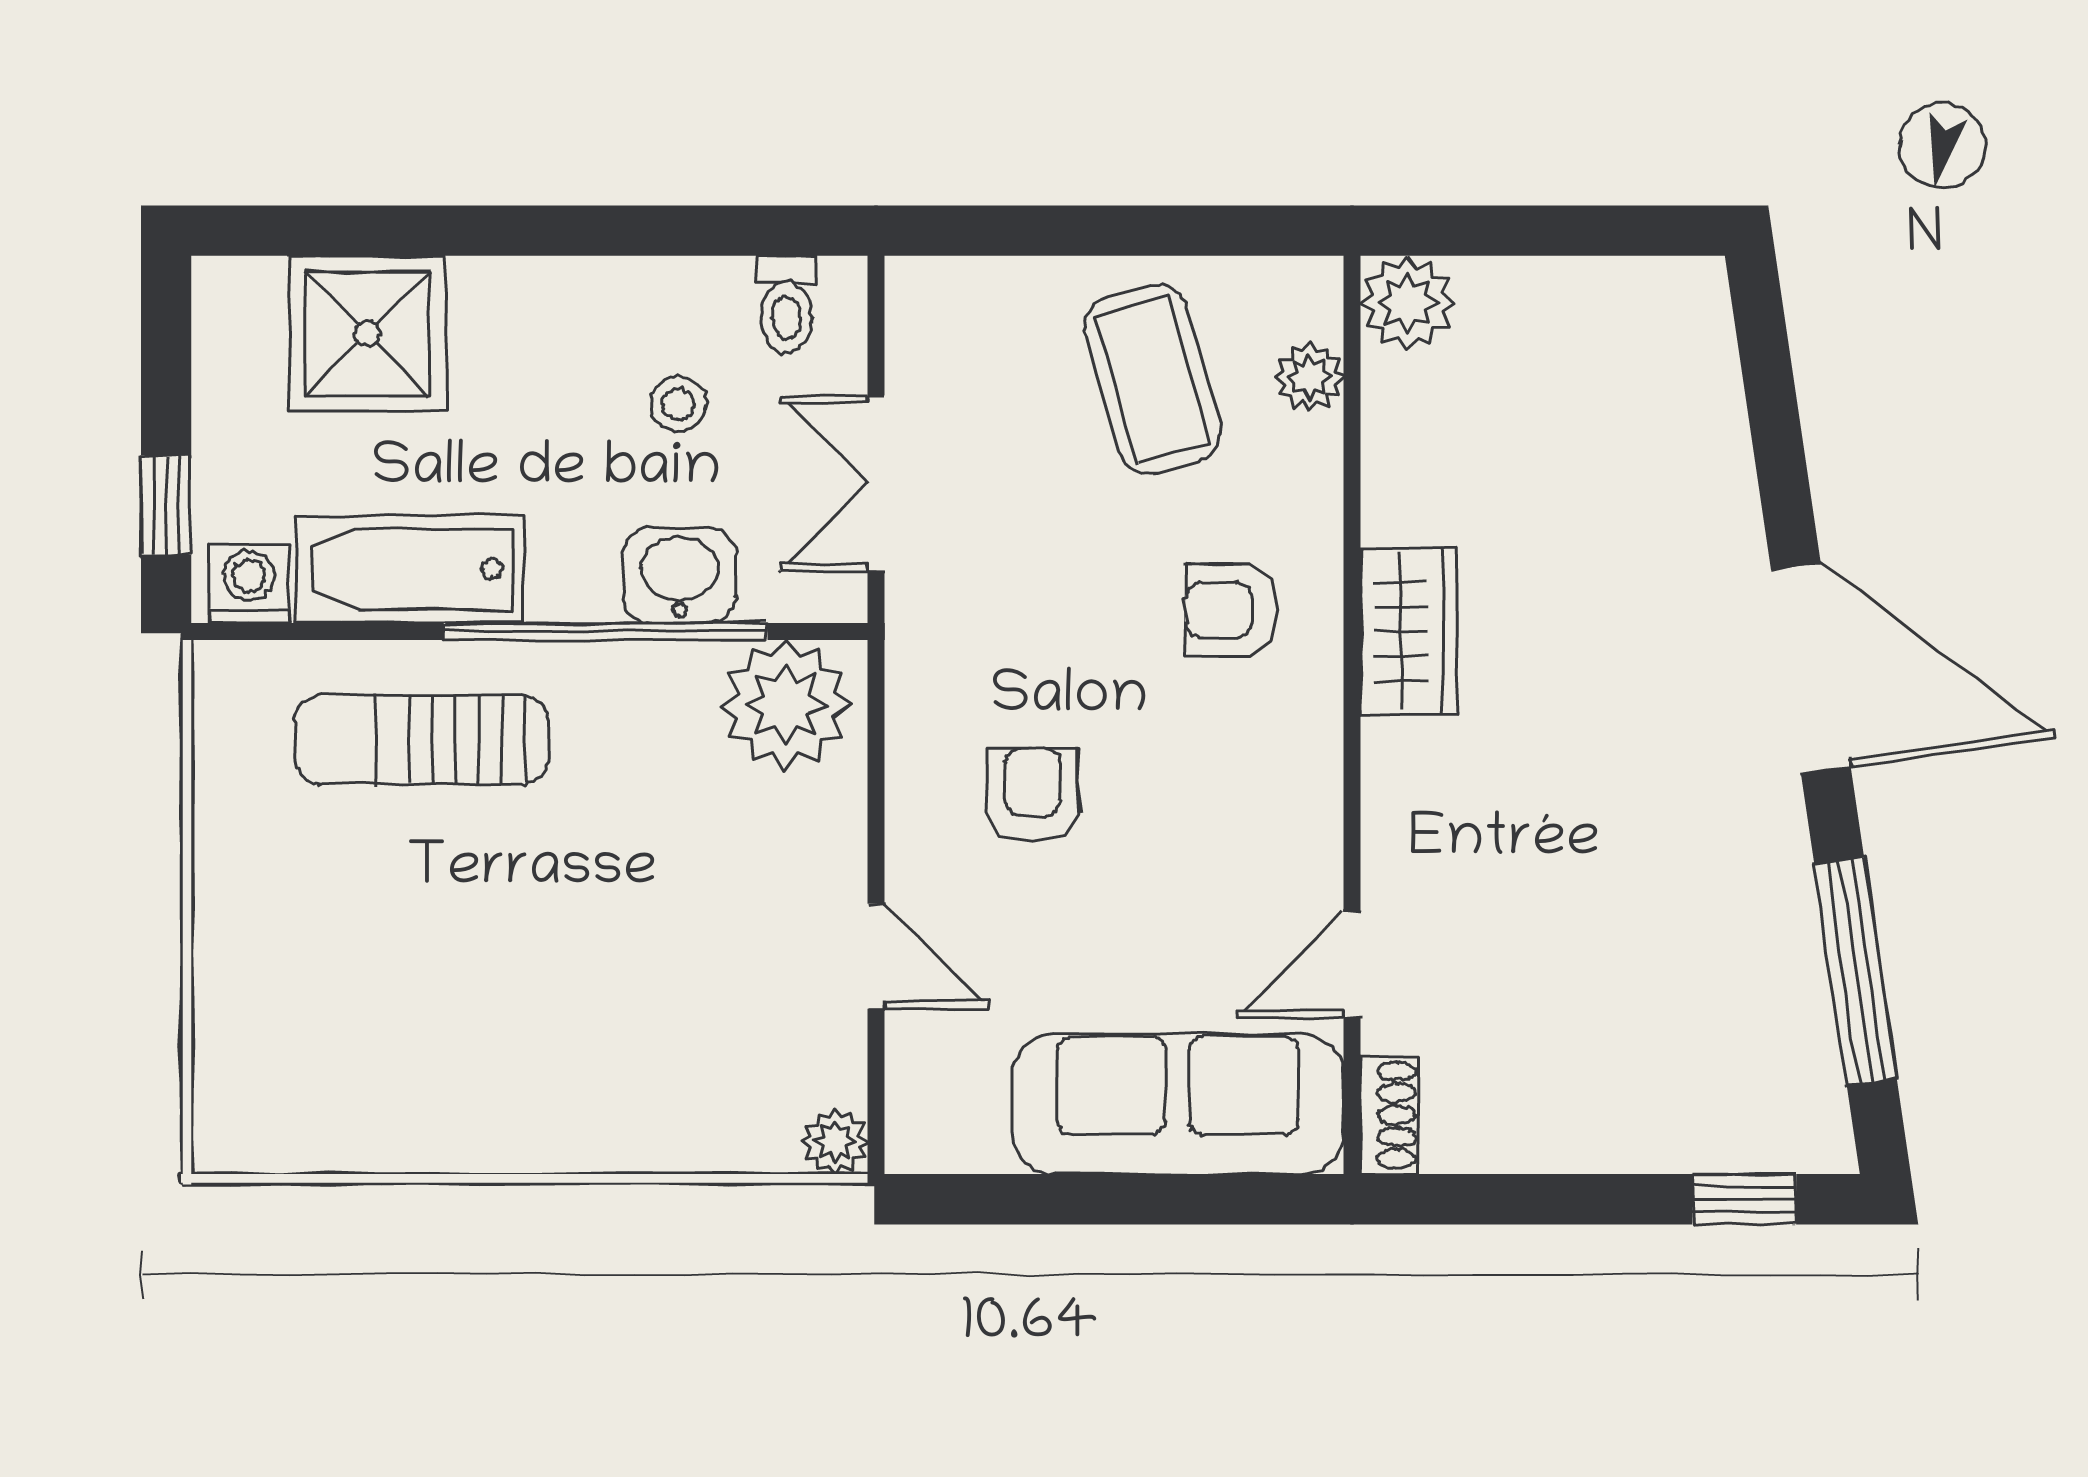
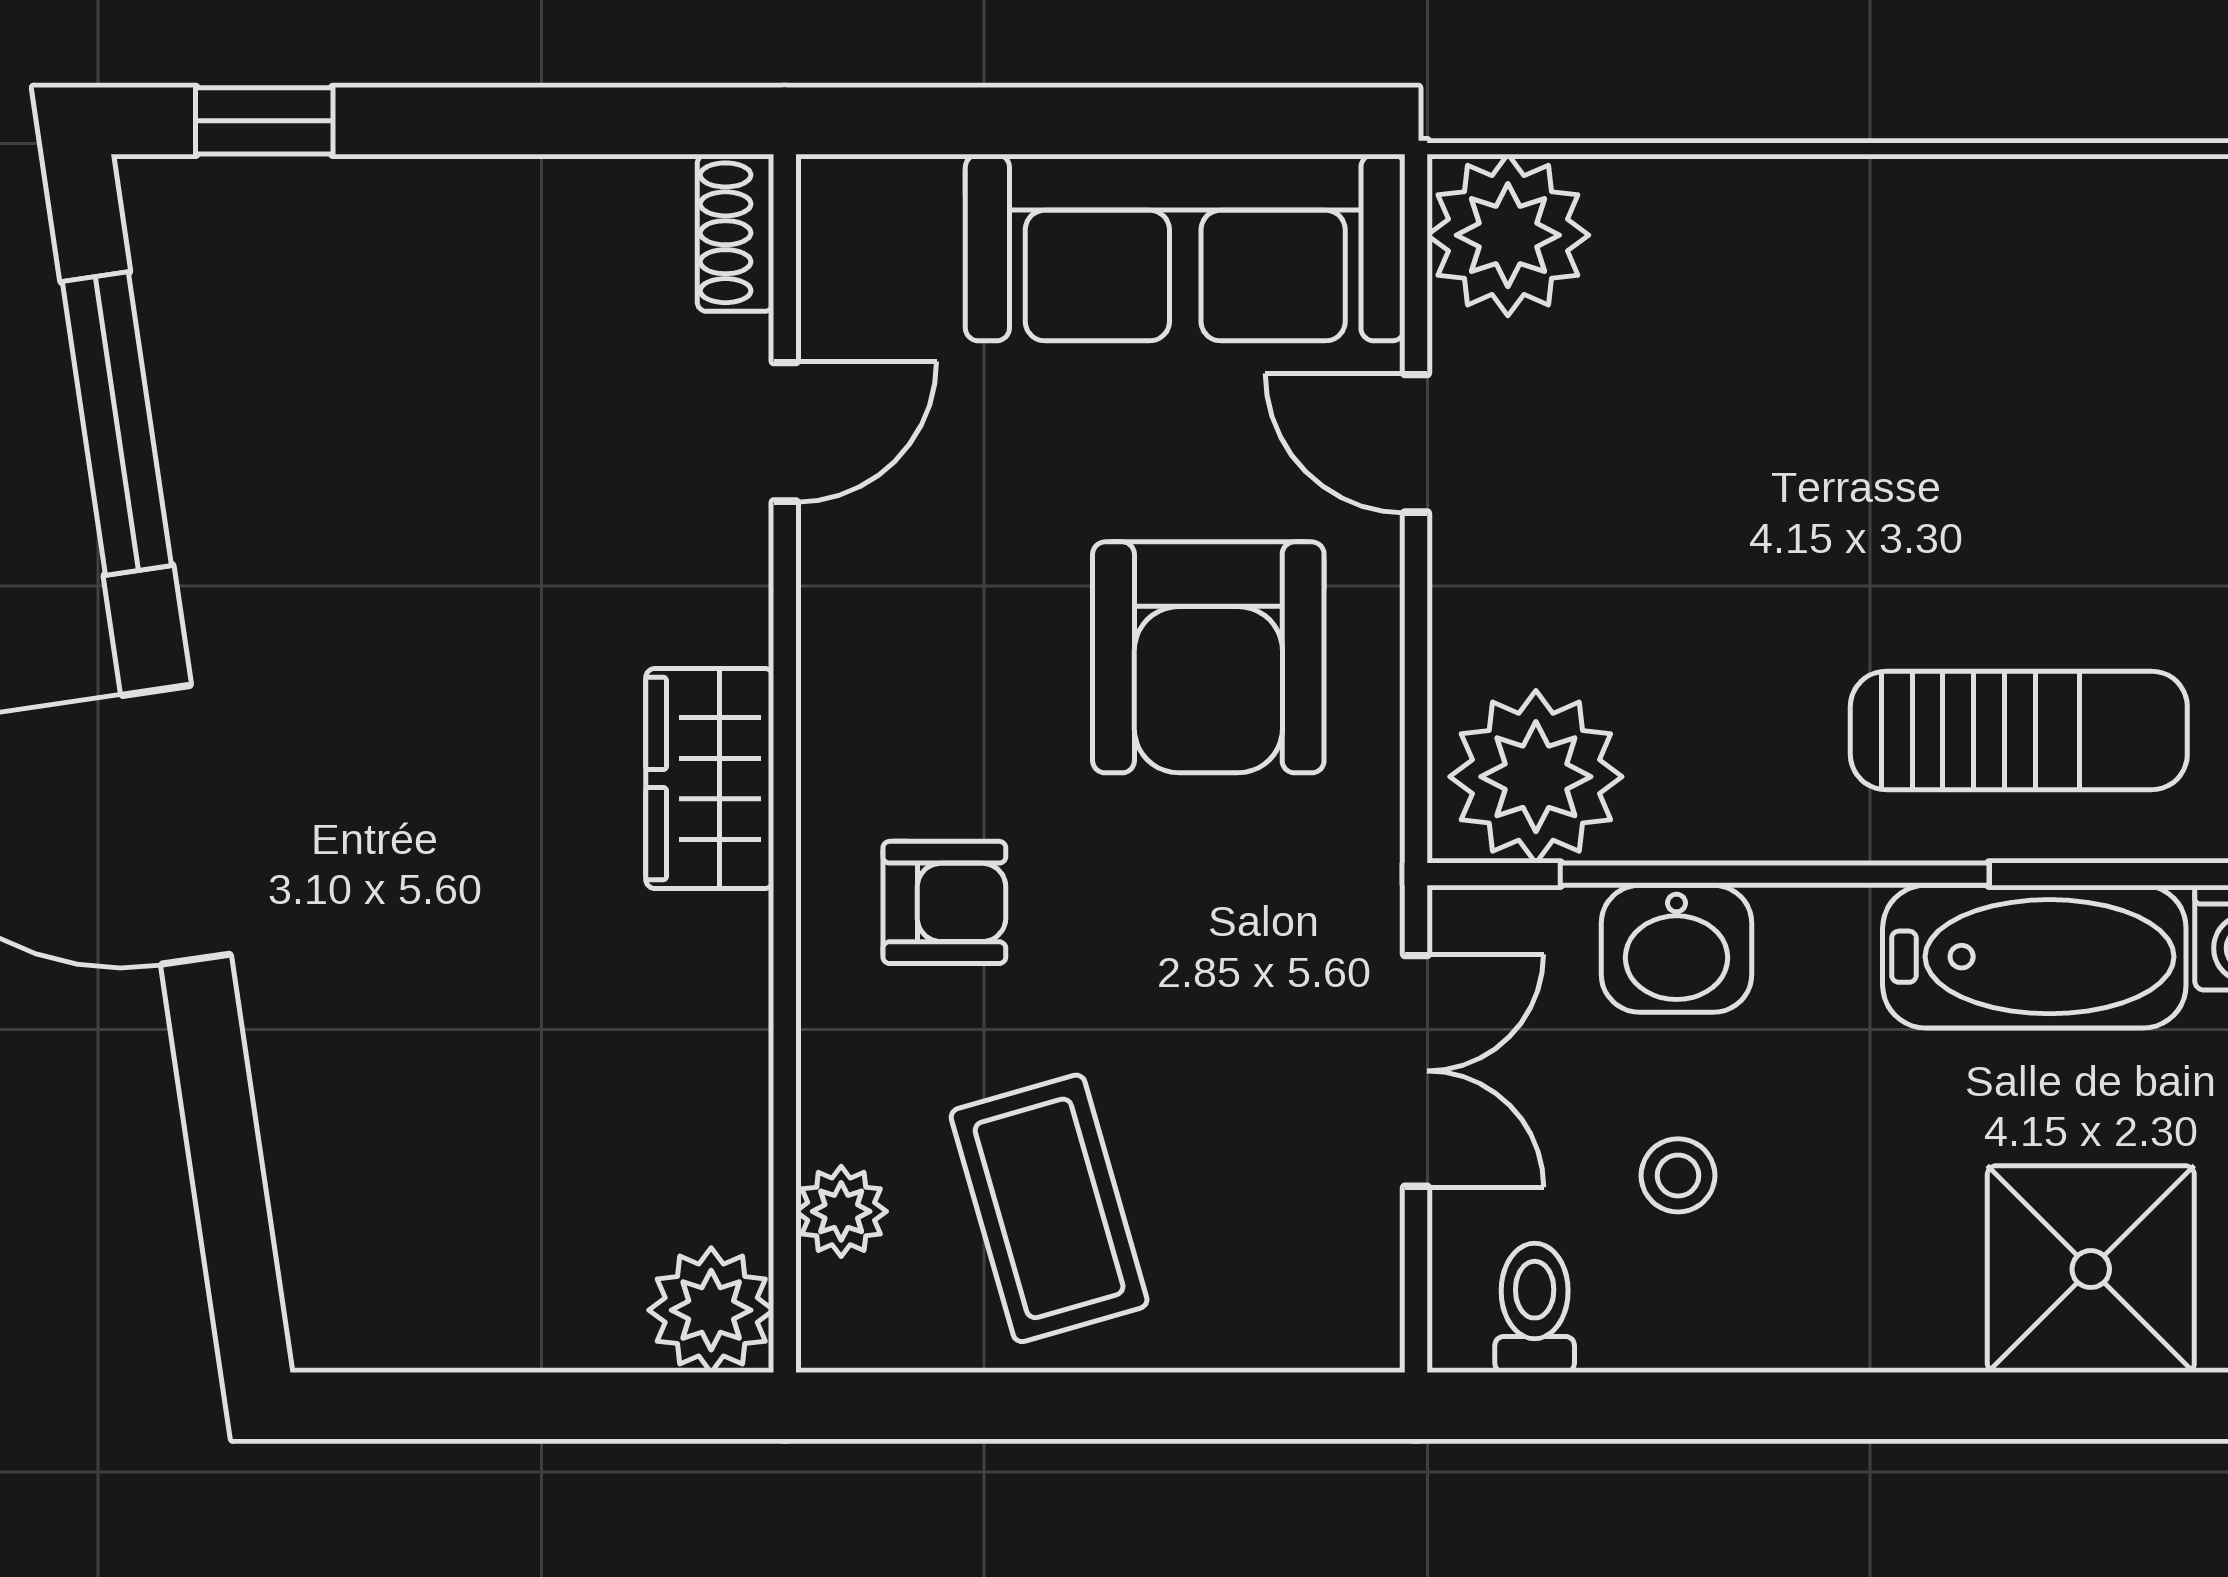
wardrobe: (1408, 631) -> (710, 779), moved
armchair: (1033, 795) -> (1208, 657), width x1.88, depth x1.88
sofa: (1178, 1104) -> (1185, 248), moved
plant: (835, 1142) -> (1508, 235), width x1.87, depth x1.87

